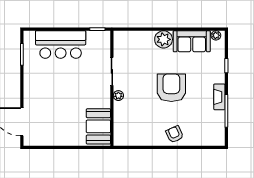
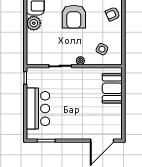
armchair: (171, 88) -> (74, 17), turned -90
side table: (132, 122) -> (102, 49), added
booth: (98, 126) -> (112, 88), moved, turned 90

